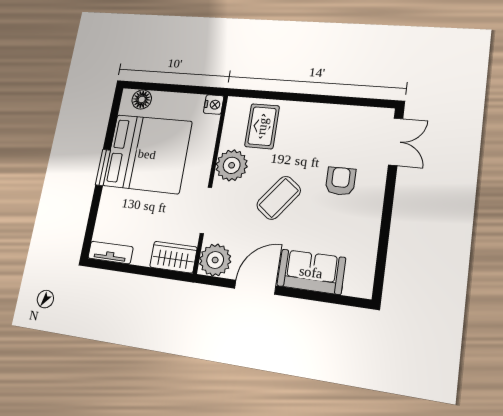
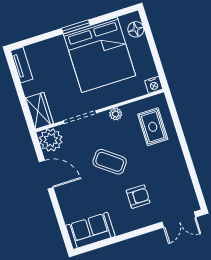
rug: (262, 126) -> (153, 127), turned 90
plant: (232, 165) -> (116, 114), width x0.53, depth x0.53
sofa: (311, 272) -> (90, 231), moved, turned -90

